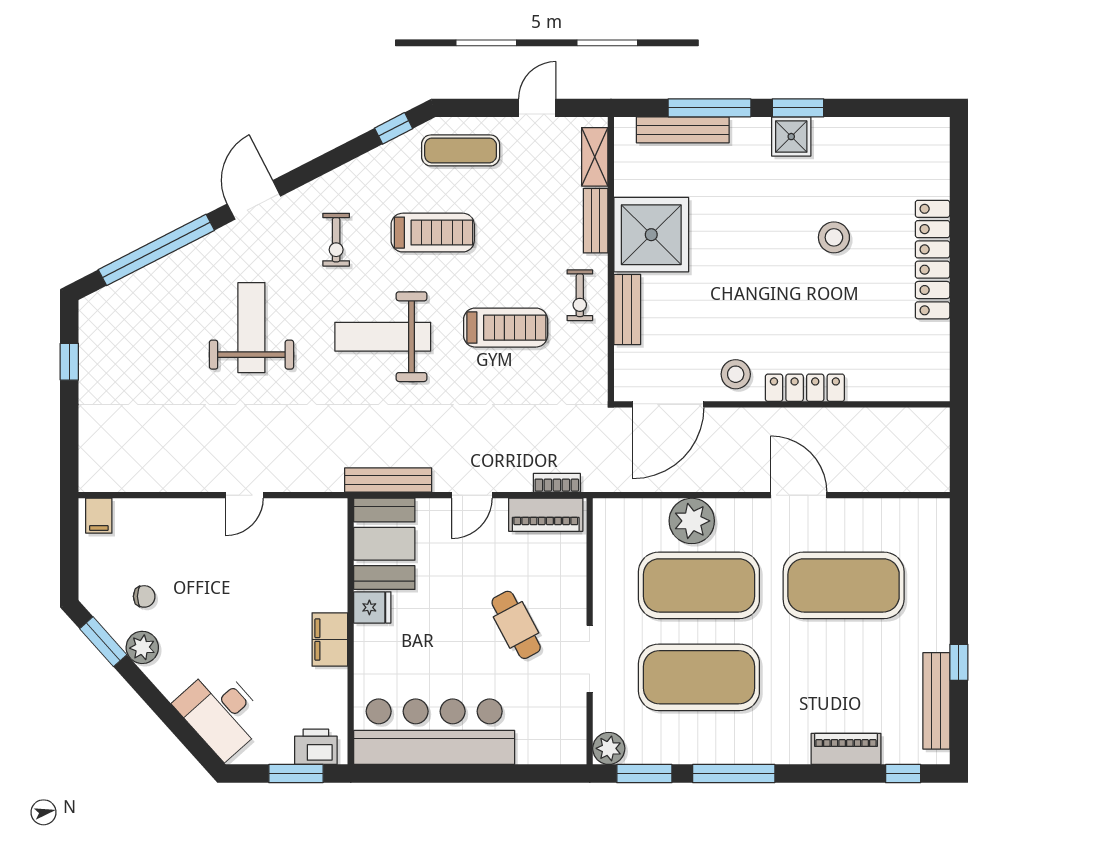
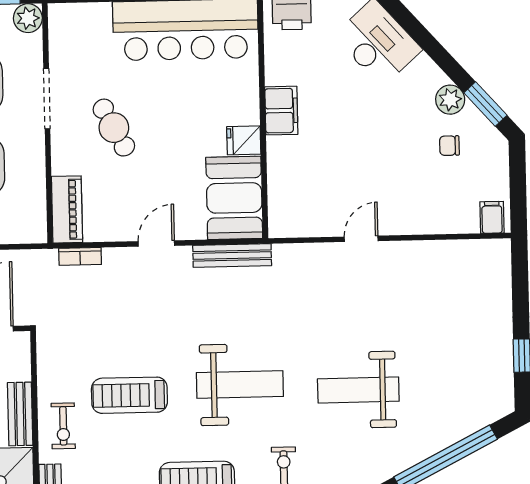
exercise bike: (580, 295) -> (63, 426), turned 180
weight bench: (251, 328) -> (358, 390), turned 90
piano: (546, 515) -> (67, 209), moved, turned 90

